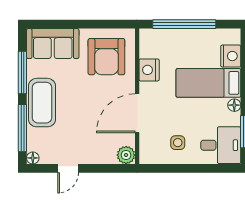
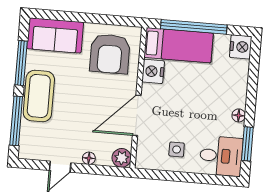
nightstand: (231, 56) -> (241, 47), moved
bed: (208, 83) -> (179, 45), moved, turned 180
floor lamp: (33, 158) -> (89, 158), moved

